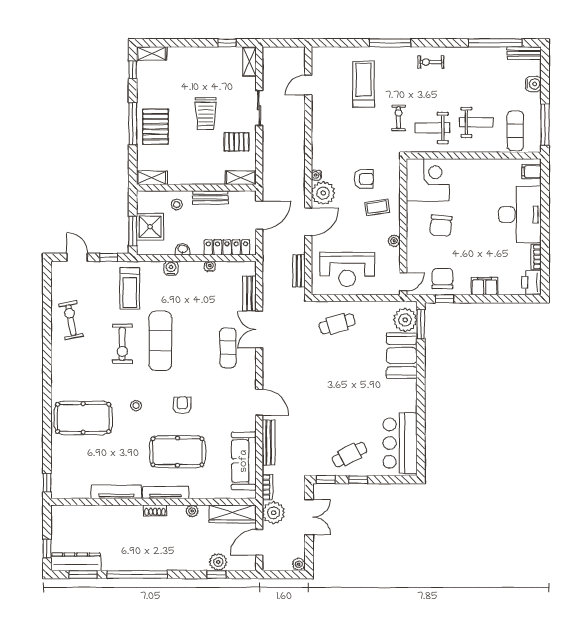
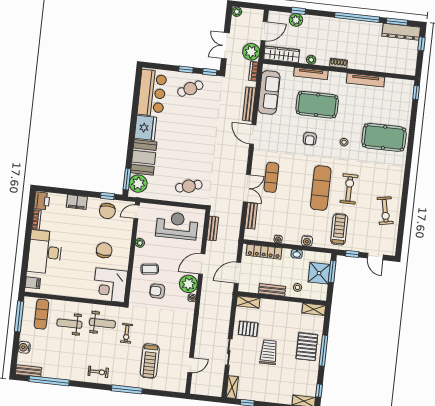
fridge: (404, 396) -> (146, 128), added
tv unit: (166, 493) -> (311, 74), moved

